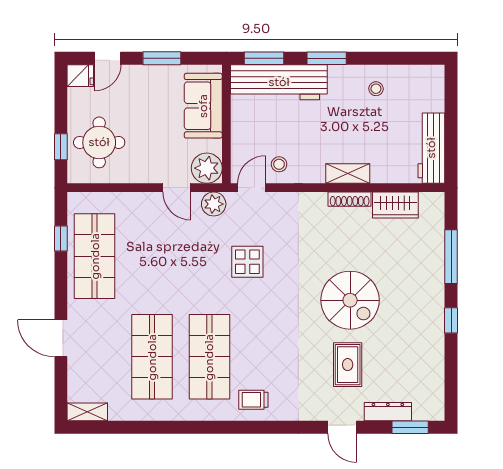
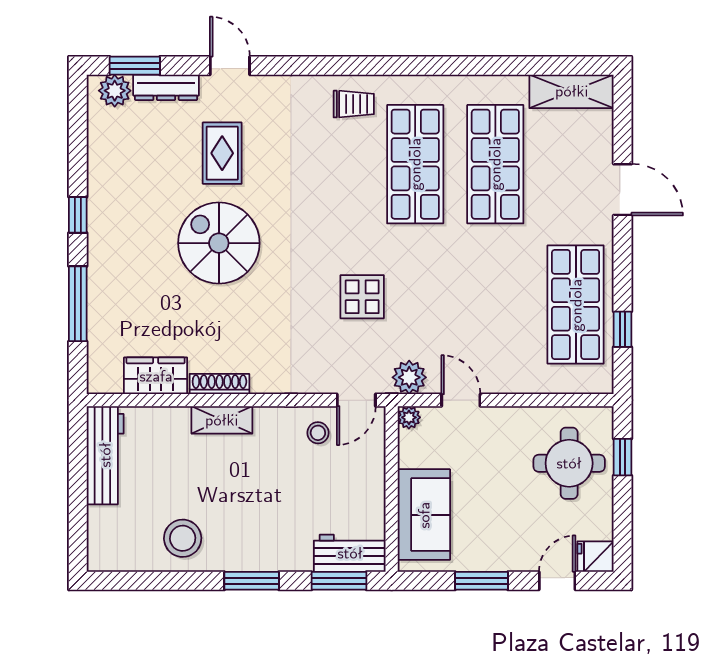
workbench: (279, 82) -> (350, 553), width x0.53, depth x0.76
stool: (376, 89) -> (183, 538), width x1.89, depth x1.89
plant: (207, 168) -> (409, 417), width x0.53, depth x0.53
plant: (425, 409) -> (115, 91), added
shelving: (87, 412) -> (572, 91), width x1.50, depth x1.33

